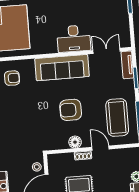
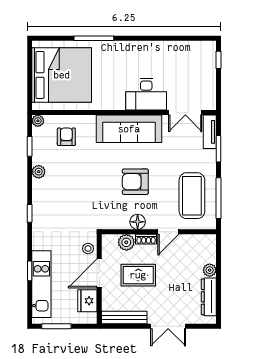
double door: (106, 51) -> (185, 113), swing flipped
armchair: (12, 78) -> (66, 137), turned -90
door: (100, 148) -> (168, 232), swing flipped
plant: (67, 159) -> (126, 242), added

